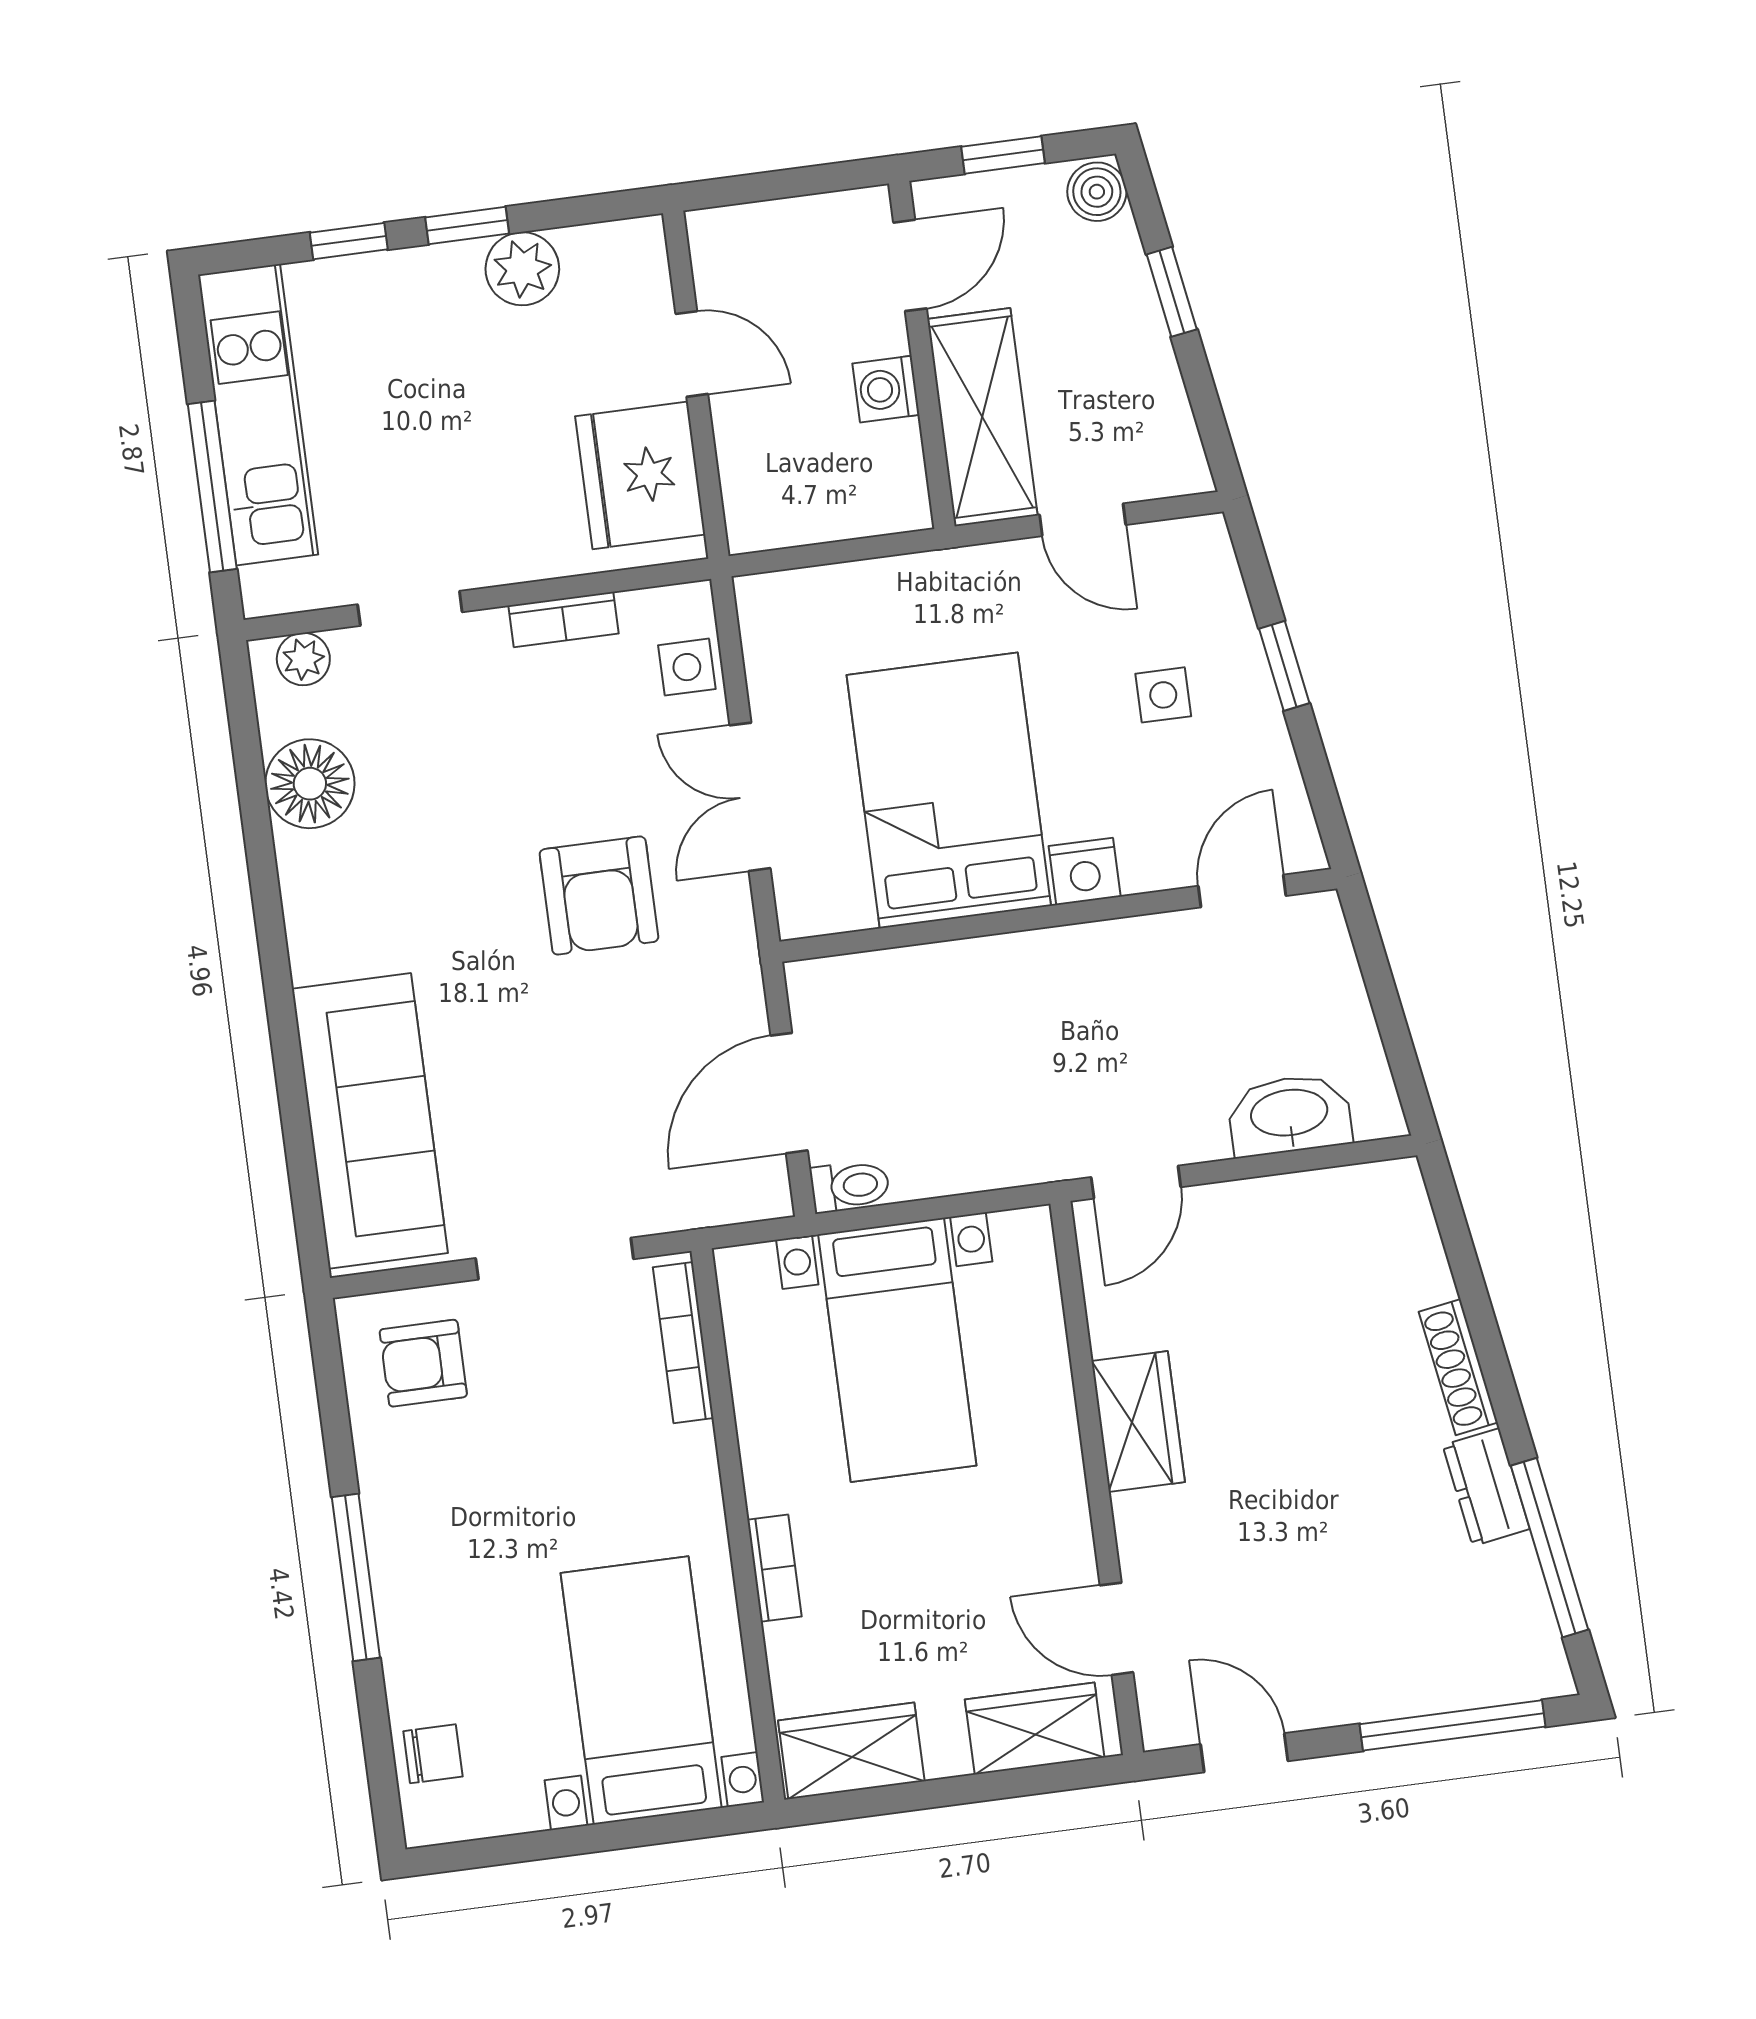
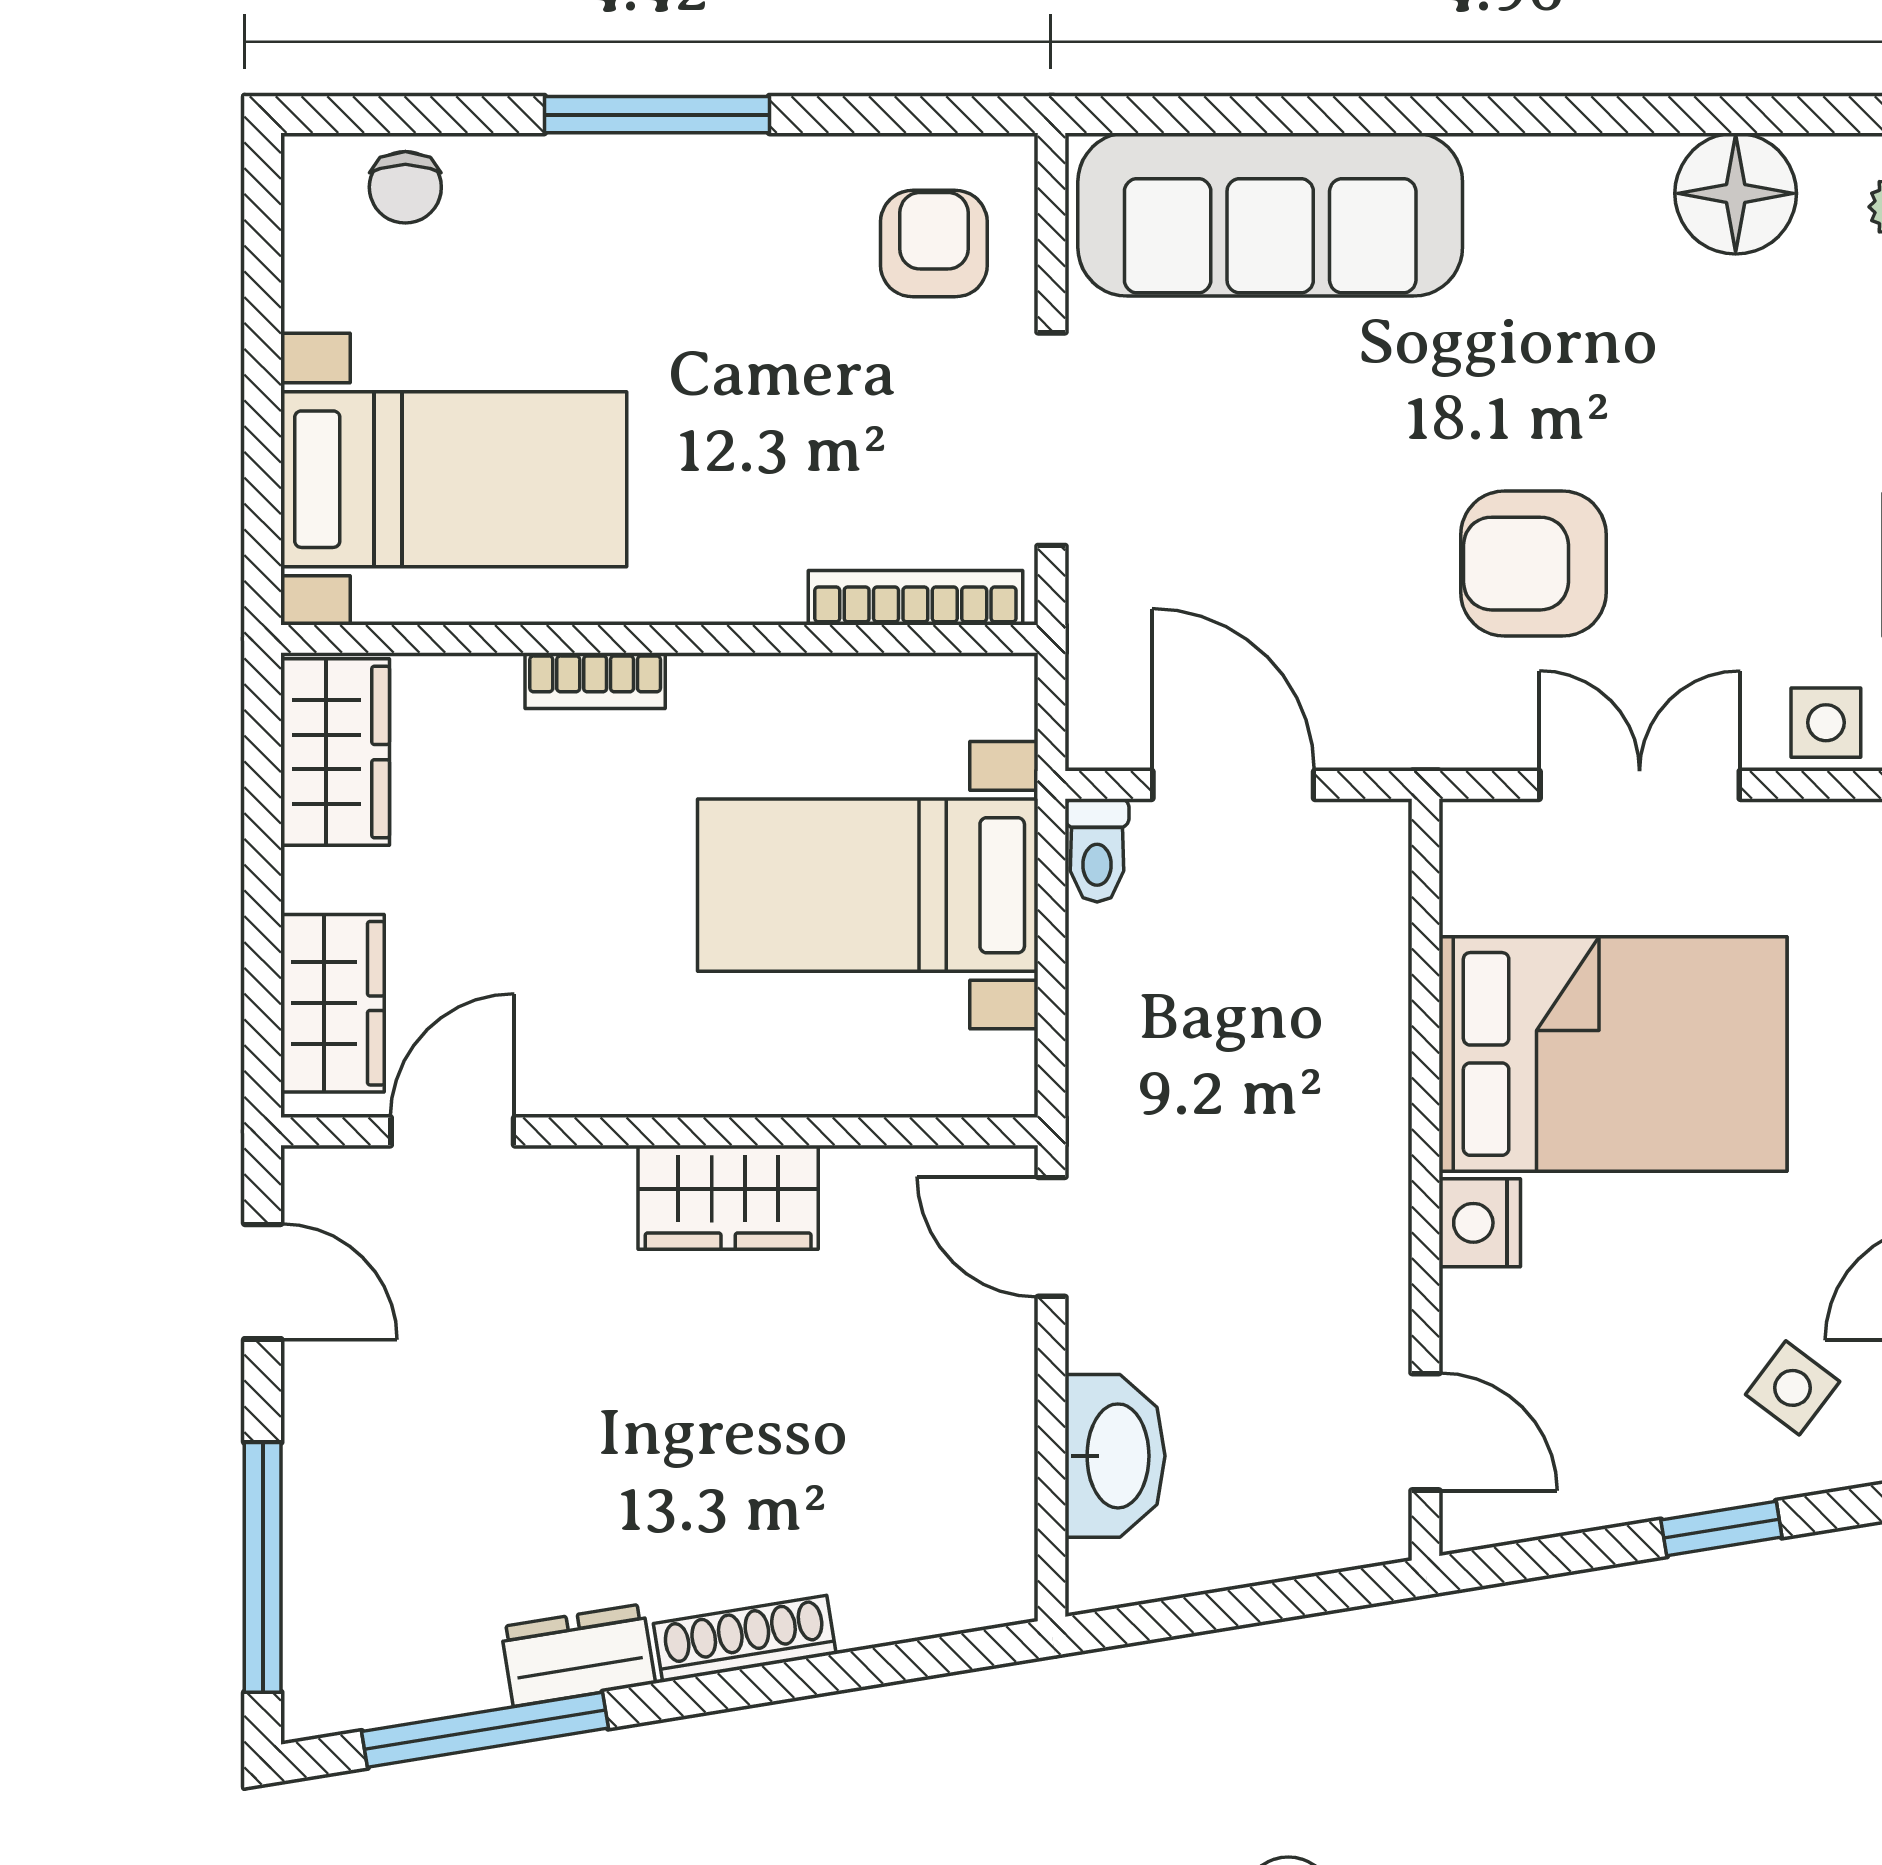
side table: (1163, 695) -> (1793, 1388), moved, turned 37
door: (1244, 1753) -> (263, 1282), hinge flipped

